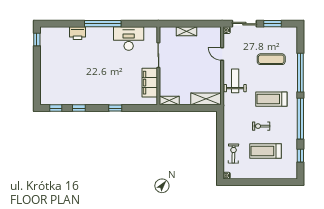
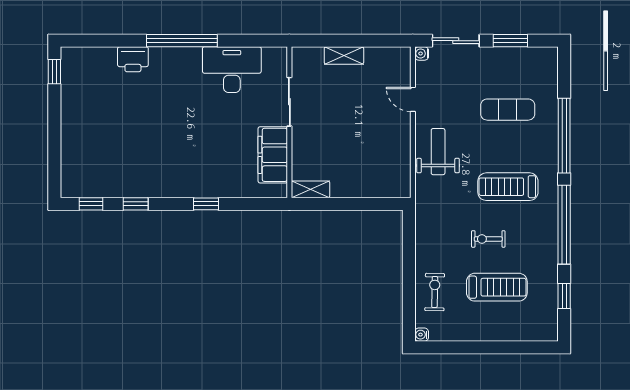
shelving: (206, 99) -> (382, 186), removed
treadmill: (266, 151) -> (497, 287), turned 180

